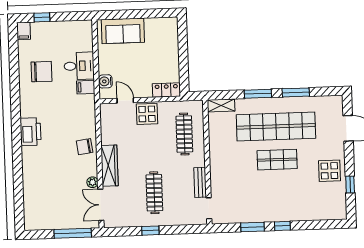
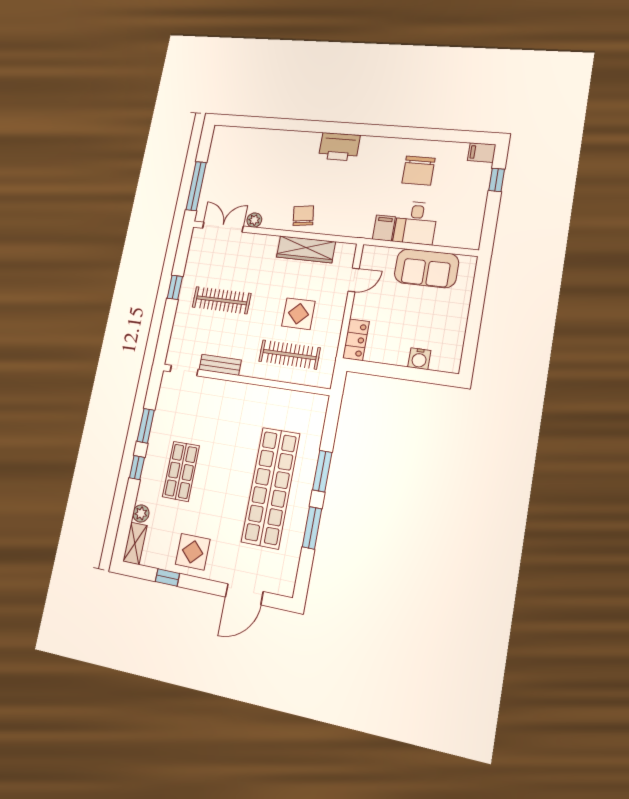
sofa: (123, 31) -> (426, 268), moved, turned -90
water cooler: (105, 81) -> (419, 359), moved, turned 180
shelving: (221, 105) -> (135, 543), moved
display table: (147, 114) -> (298, 314), moved
shop shelf: (277, 160) -> (181, 471), moved
wardrobe: (109, 166) -> (306, 249), moved
plant: (313, 215) -> (141, 513), added

